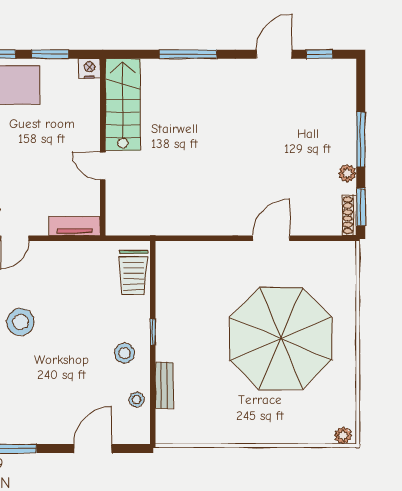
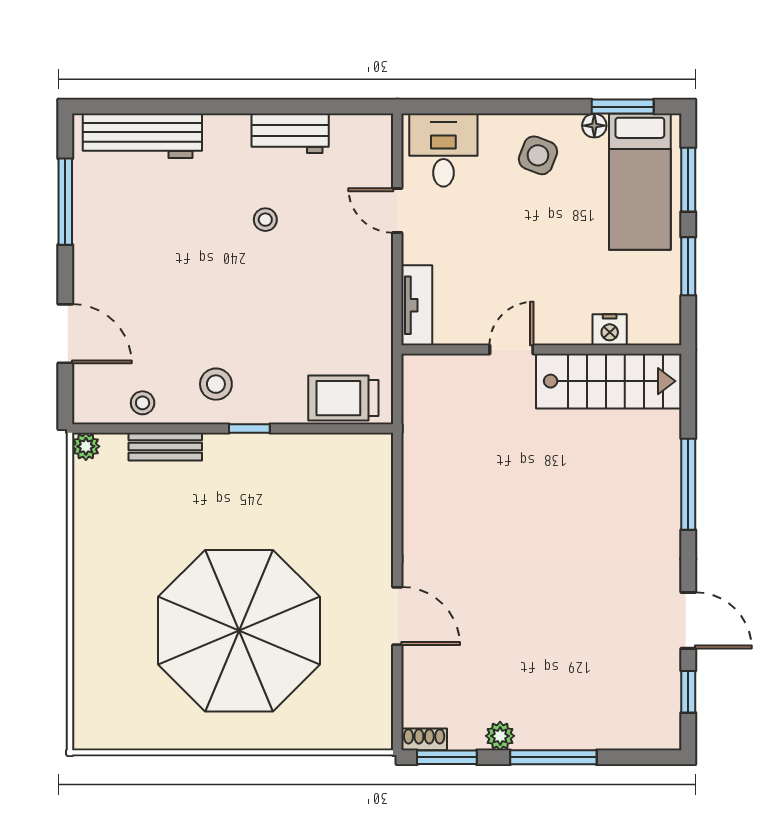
nightstand: (89, 68) -> (610, 330), moved, turned 90
shoe rack: (349, 215) -> (424, 739), width x0.70
stool: (20, 322) -> (265, 220), width x0.53, depth x0.53
plant: (343, 435) -> (86, 446), moved

